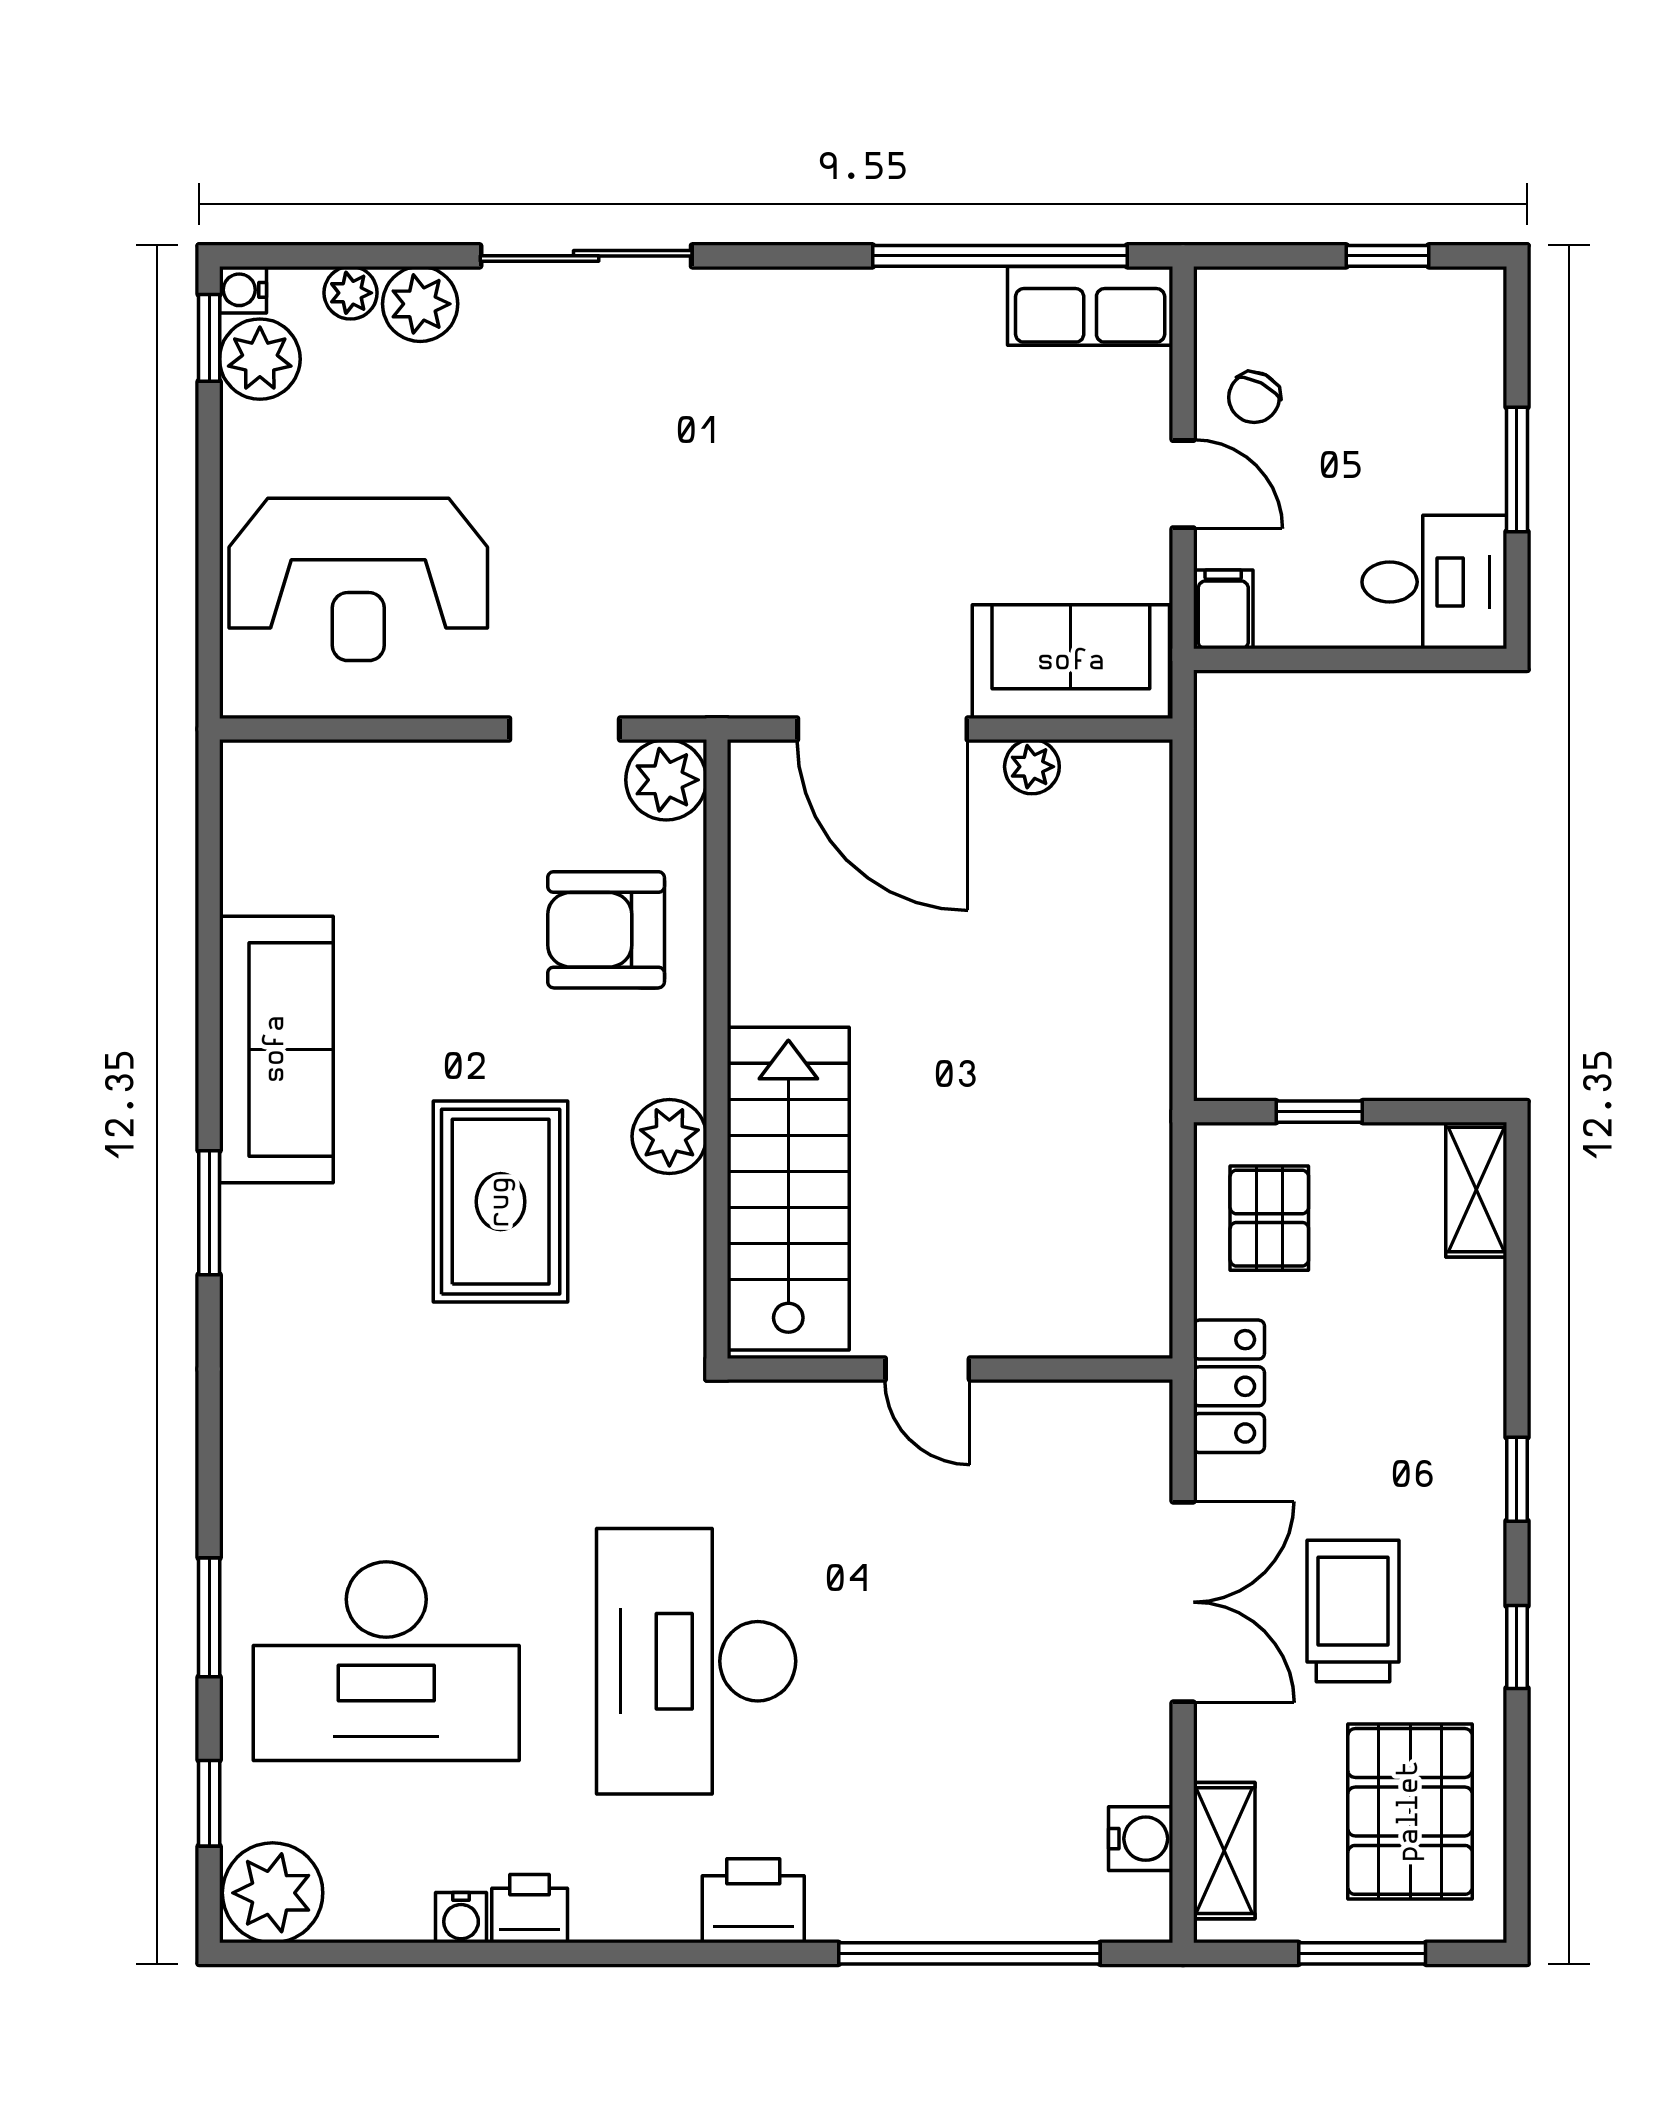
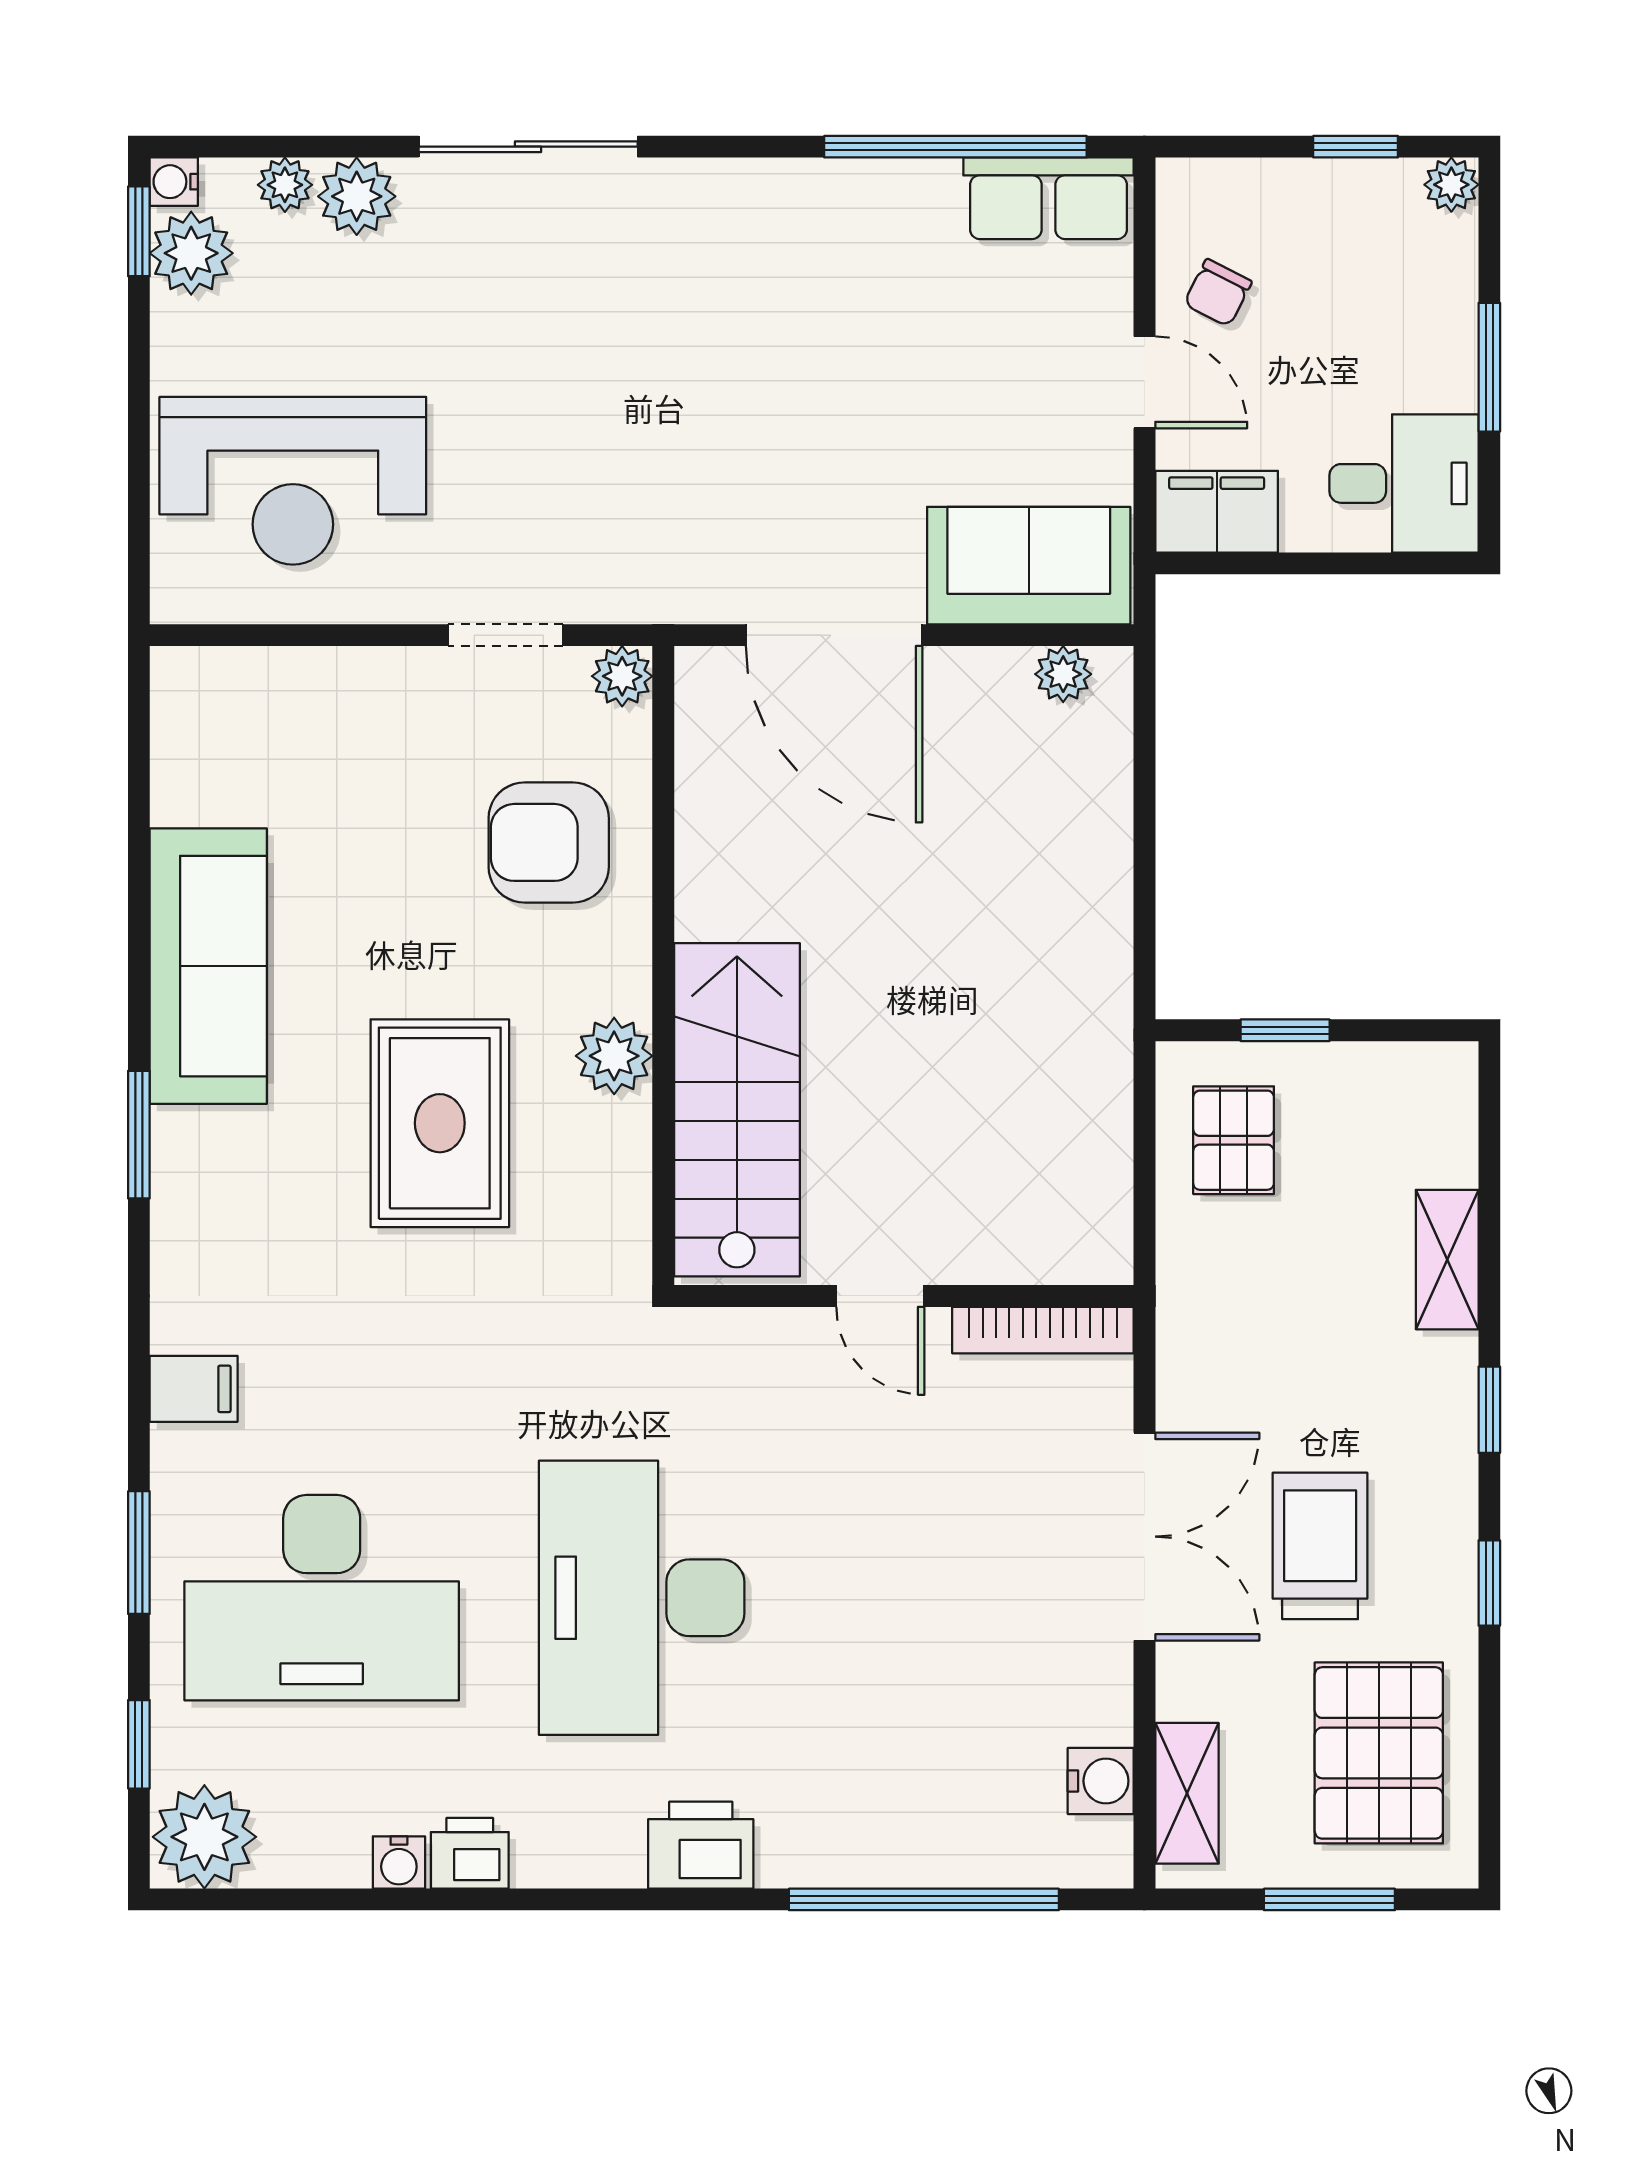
plant: (1480, 293) -> (1451, 185), added
filing cabinet: (1223, 609) -> (1217, 512), width x2.00
plant: (1032, 767) -> (1063, 674), moved
plant: (666, 780) -> (622, 676), width x0.73, depth x0.73
shelving: (1476, 1190) -> (1447, 1260), moved
locker: (1229, 1386) -> (1192, 1314), removed
bookcase: (1085, 1402) -> (1043, 1330), added
filing cabinet: (262, 1459) -> (194, 1389), added

